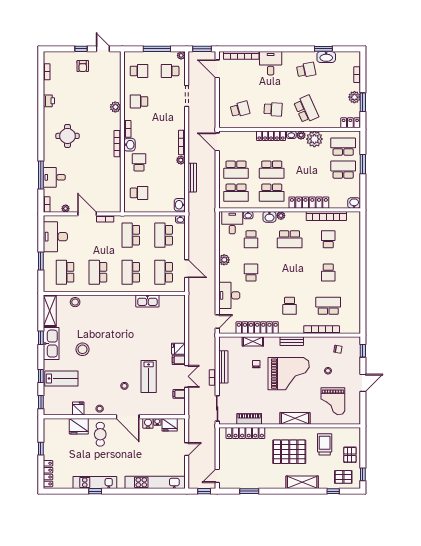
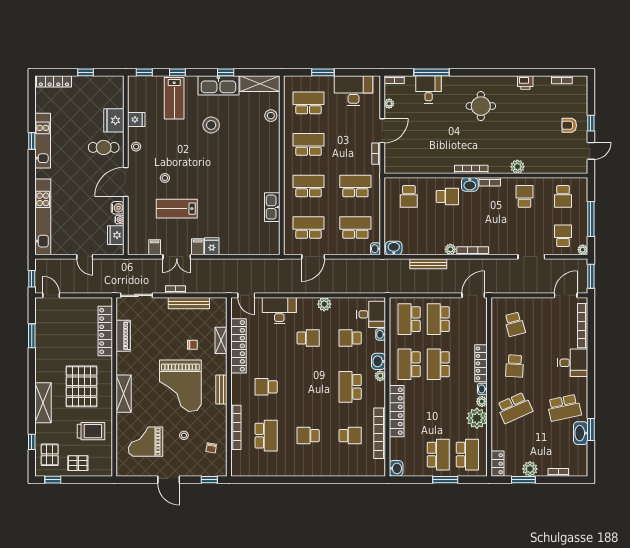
school desk: (306, 70) -> (564, 408), width x1.85

